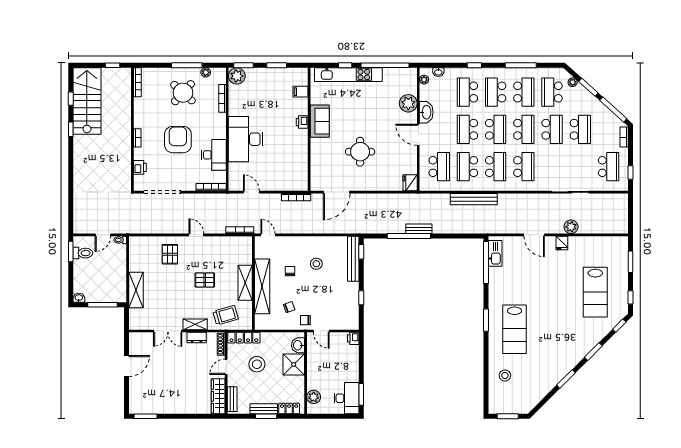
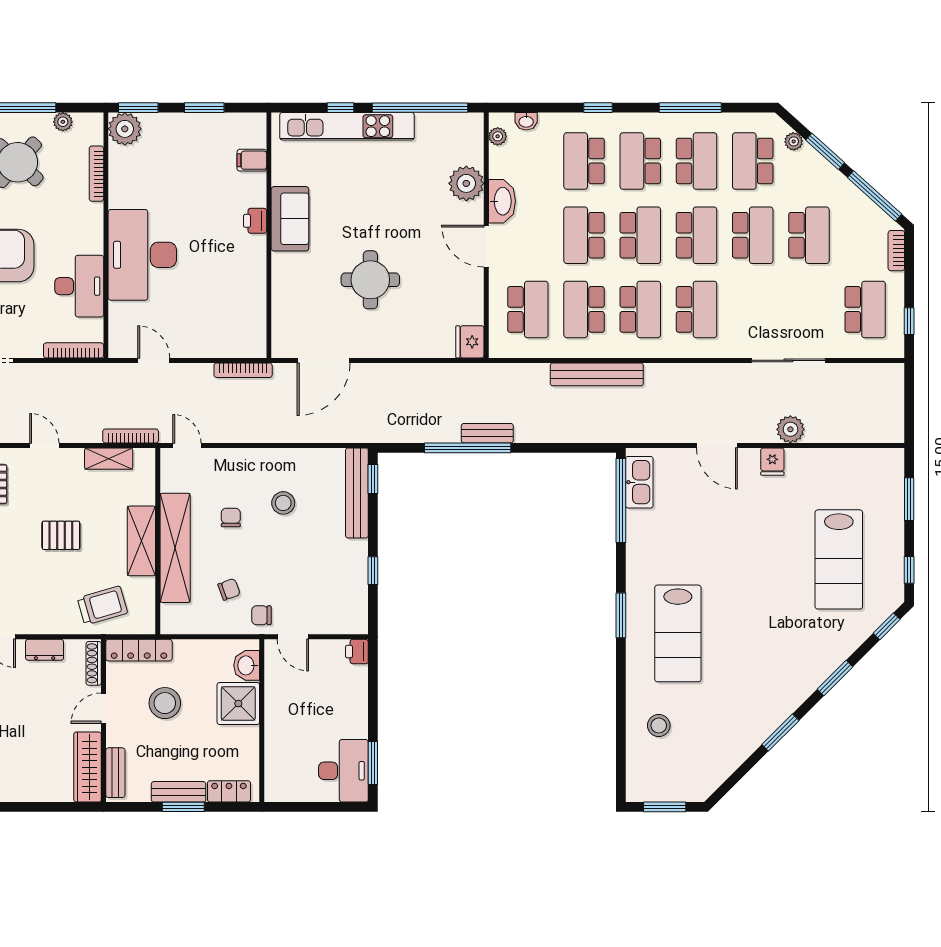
shelving: (195, 324) -> (109, 459), moved
plant: (314, 397) -> (278, 768), removed

